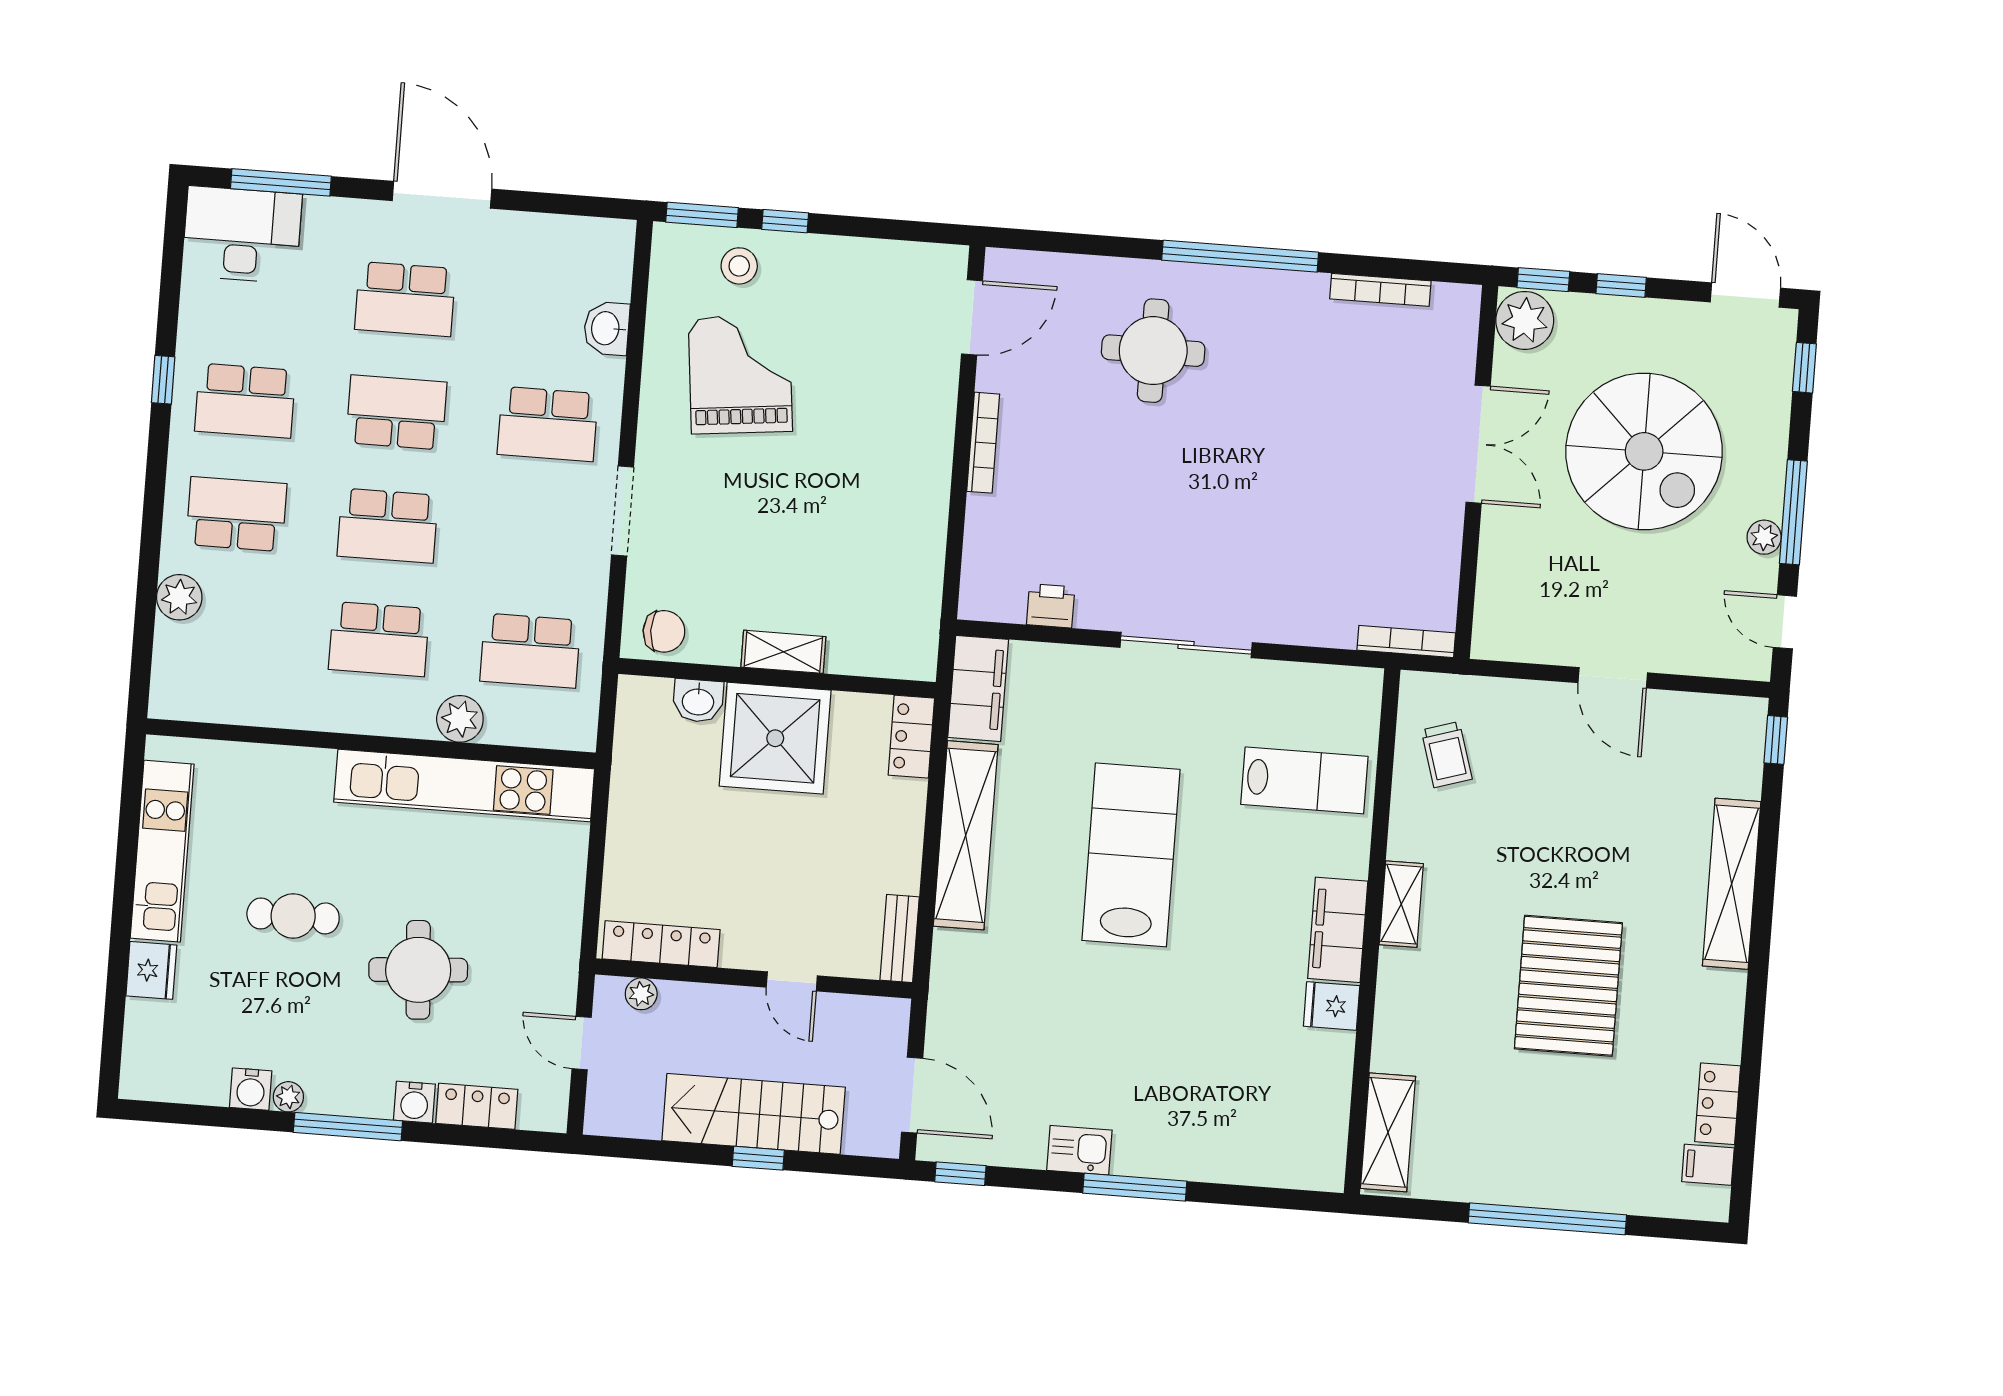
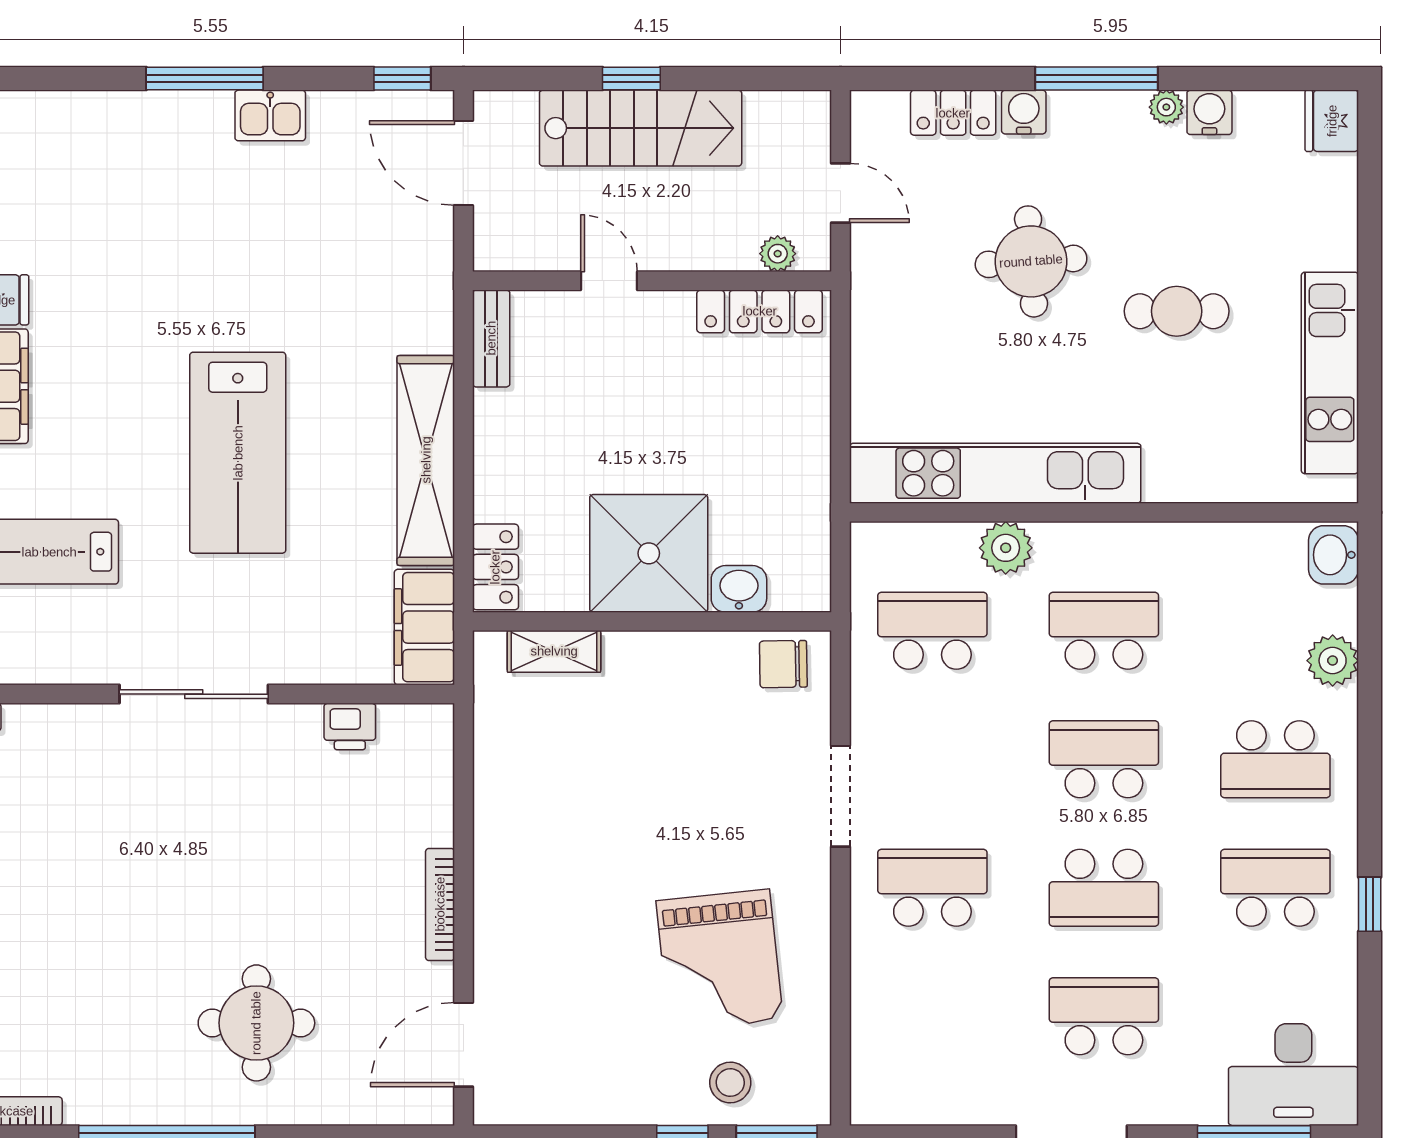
washbasin: (607, 328) -> (1333, 555), moved, turned 180
shelving: (783, 652) -> (554, 651), moved
fridge: (151, 970) -> (1332, 121), moved

